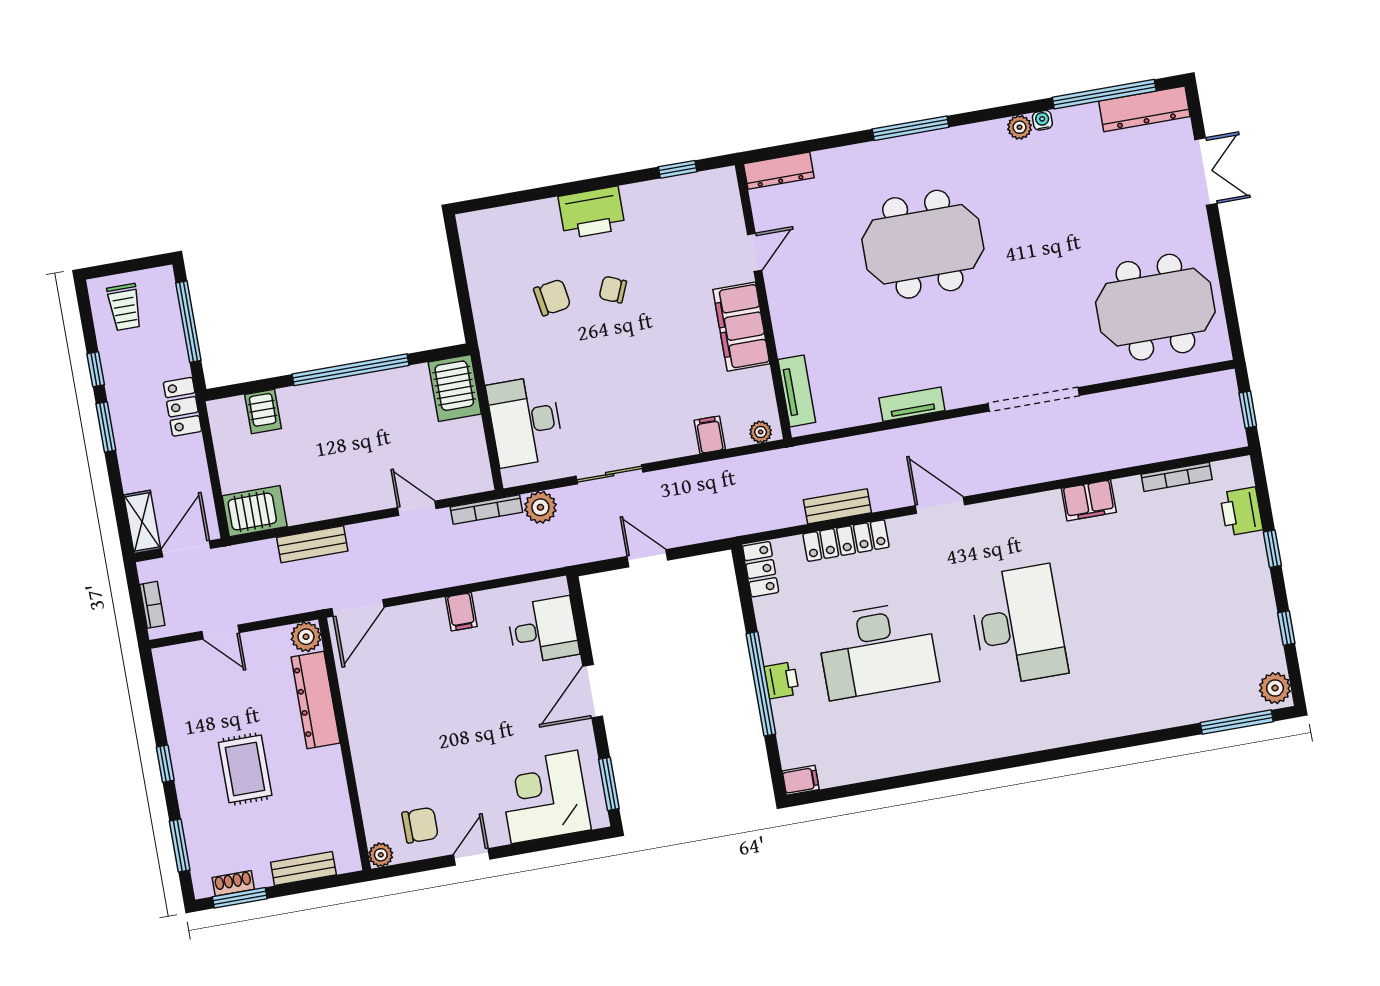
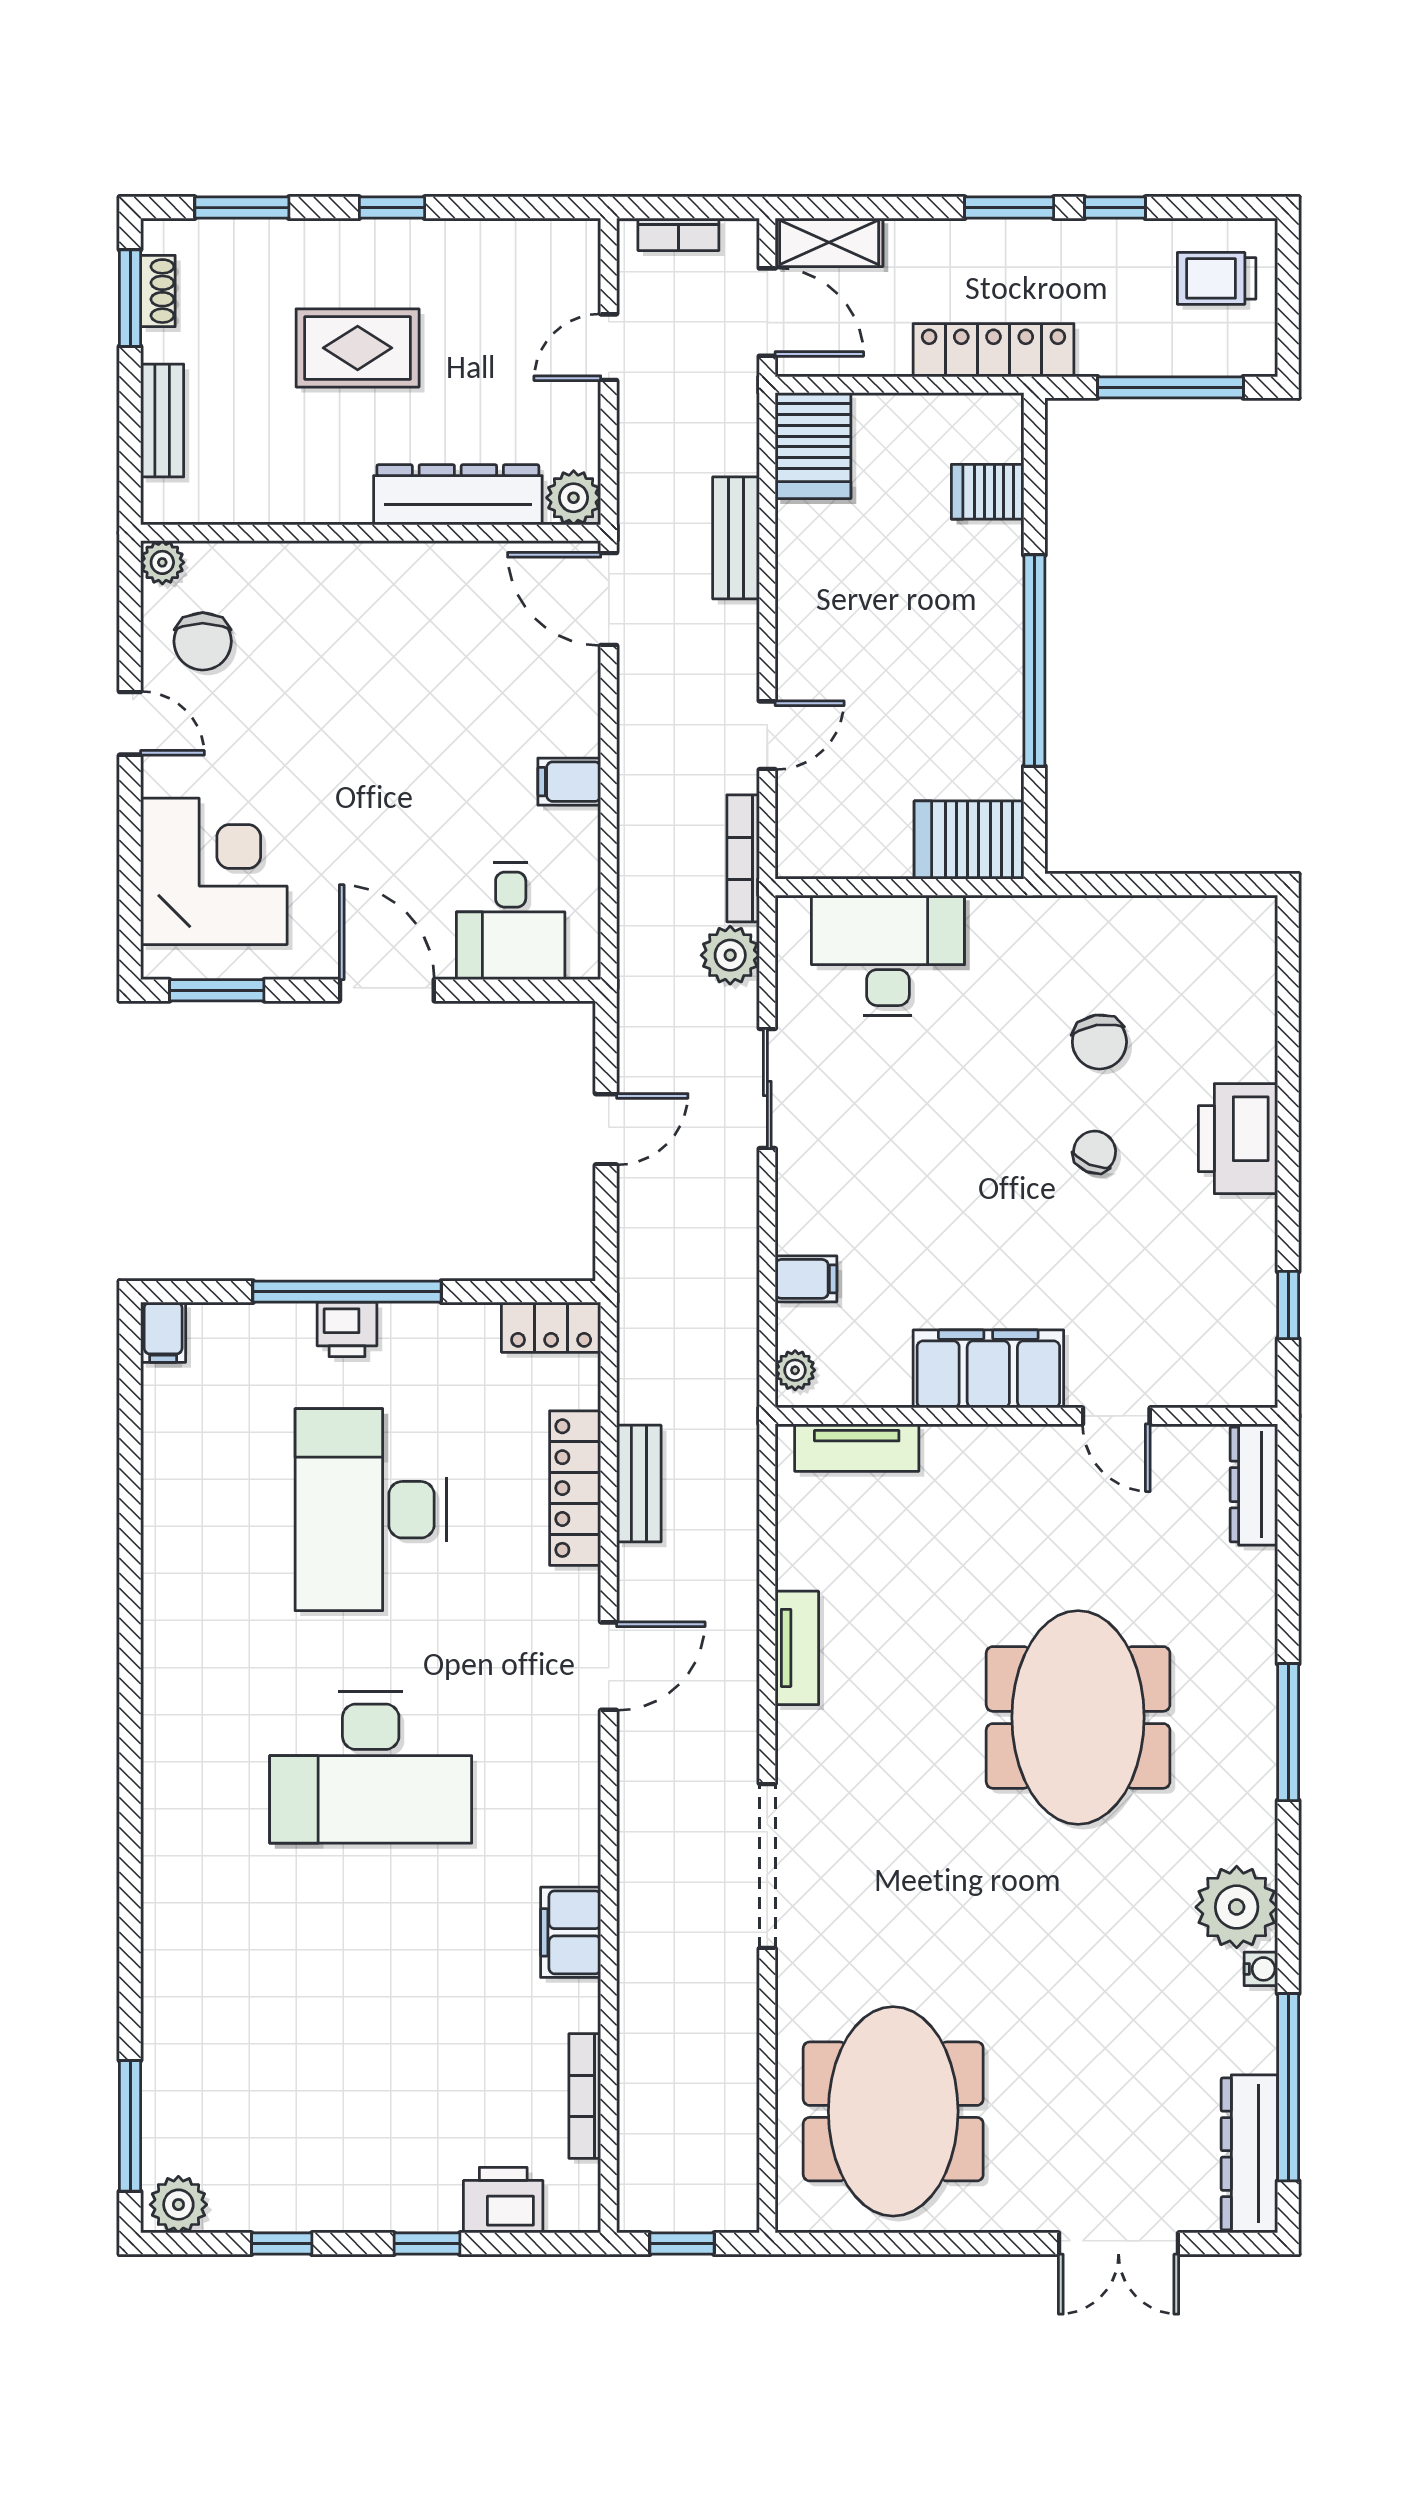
plant: (1020, 127) -> (1237, 1907), width x1.88, depth x1.88
locker: (182, 407) -> (994, 350), width x1.53

